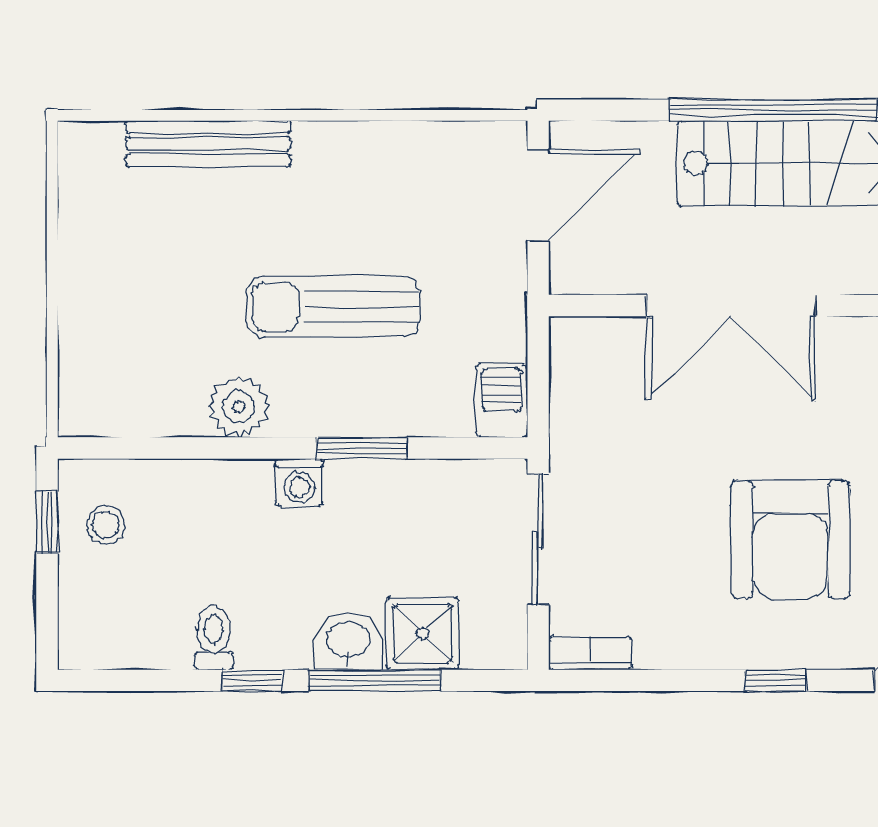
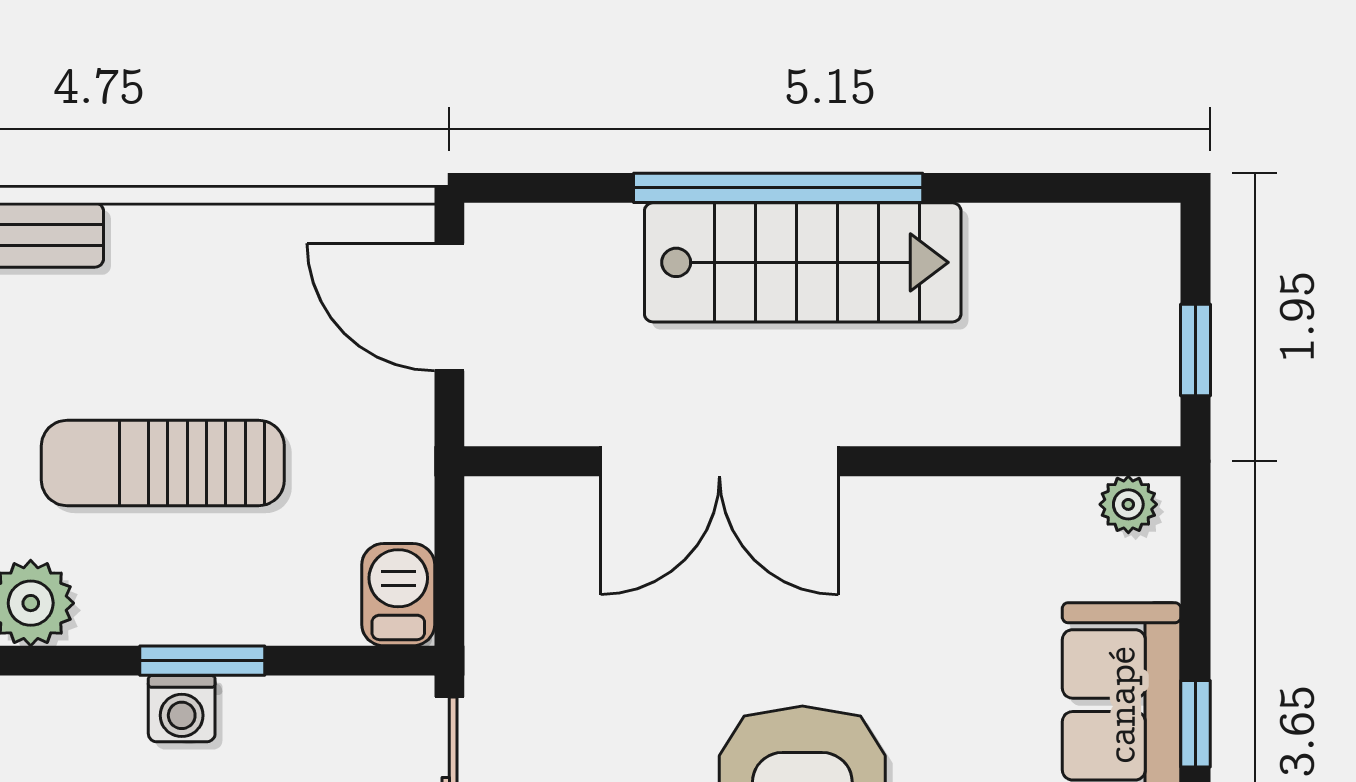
door: (538, 195) -> (449, 307), swing flipped
washing machine: (299, 482) -> (182, 709), moved

